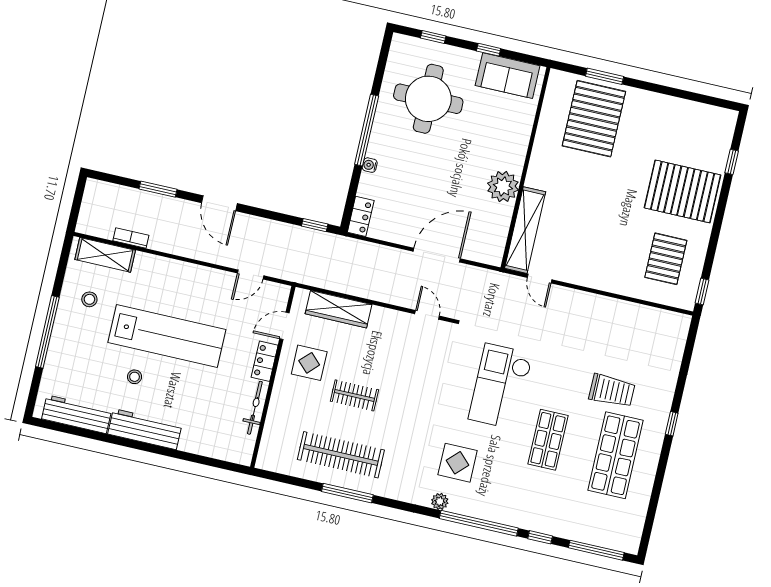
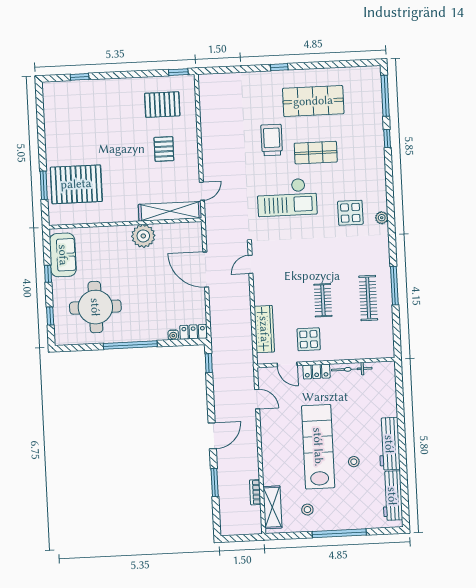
water cooler: (370, 165) -> (173, 335), moved
pallet: (682, 191) -> (164, 149), moved, width x0.49, depth x0.50
trolley: (612, 391) -> (272, 140), moved
clothes rail: (341, 455) -> (368, 298), width x0.73, depth x0.76
window: (479, 523) -> (389, 185), removed

